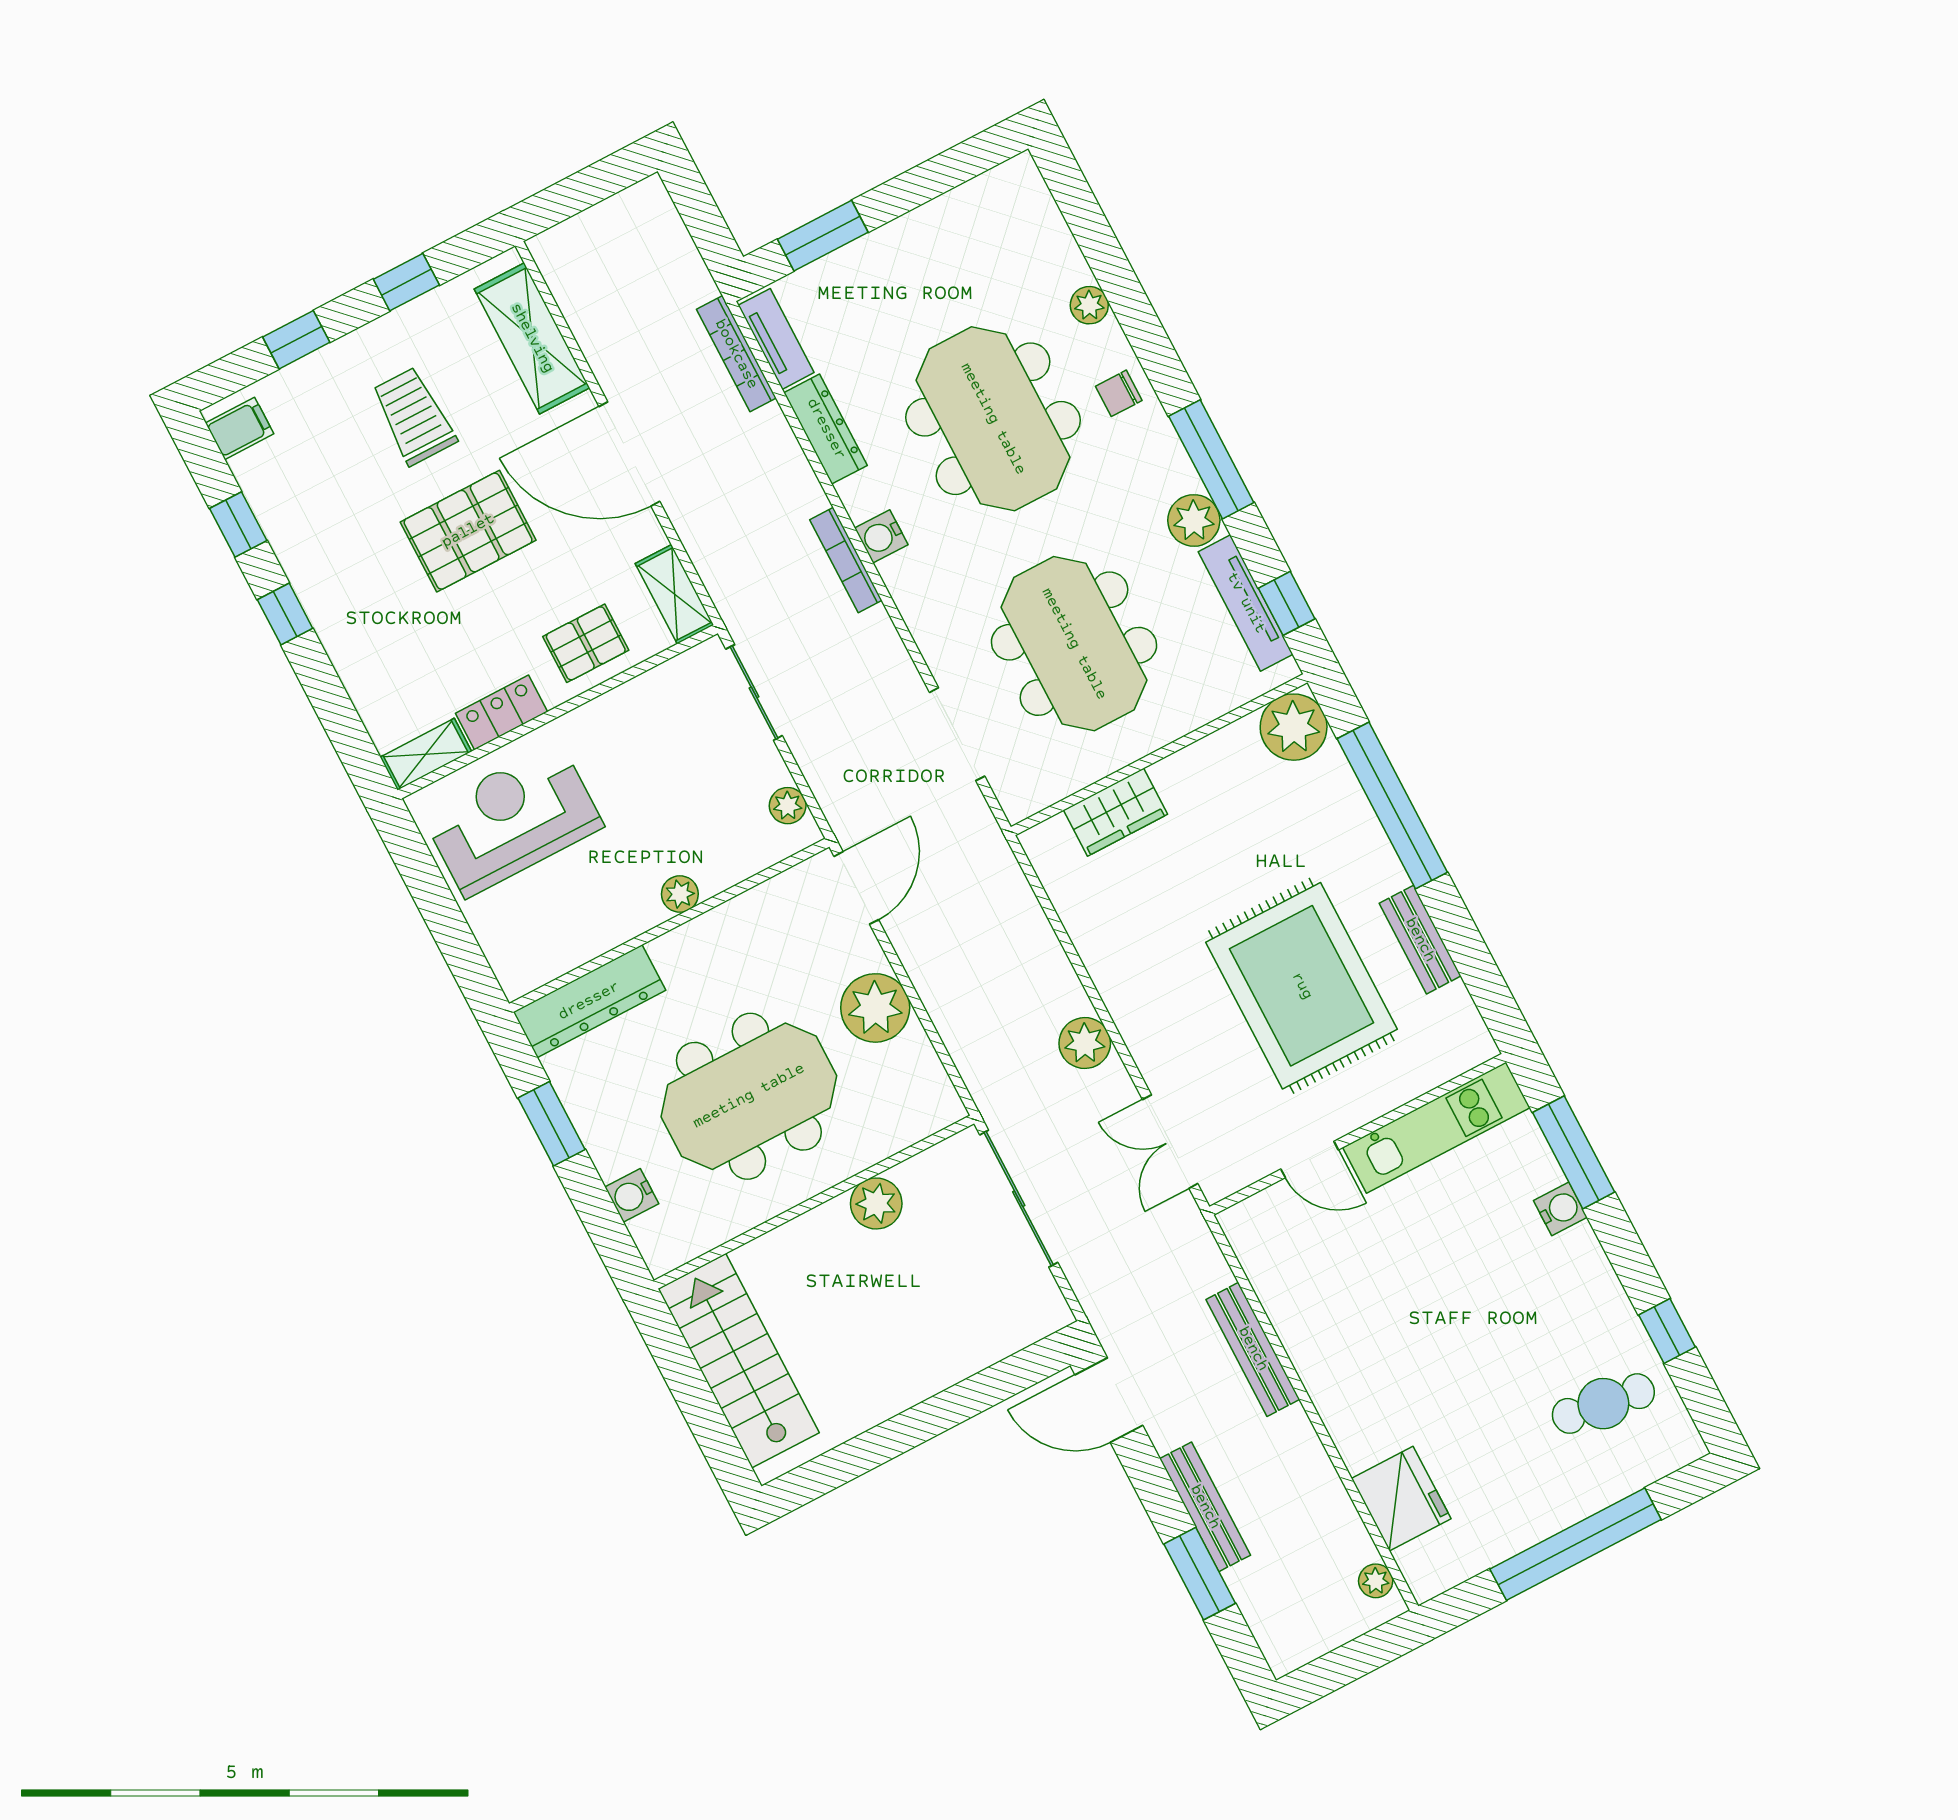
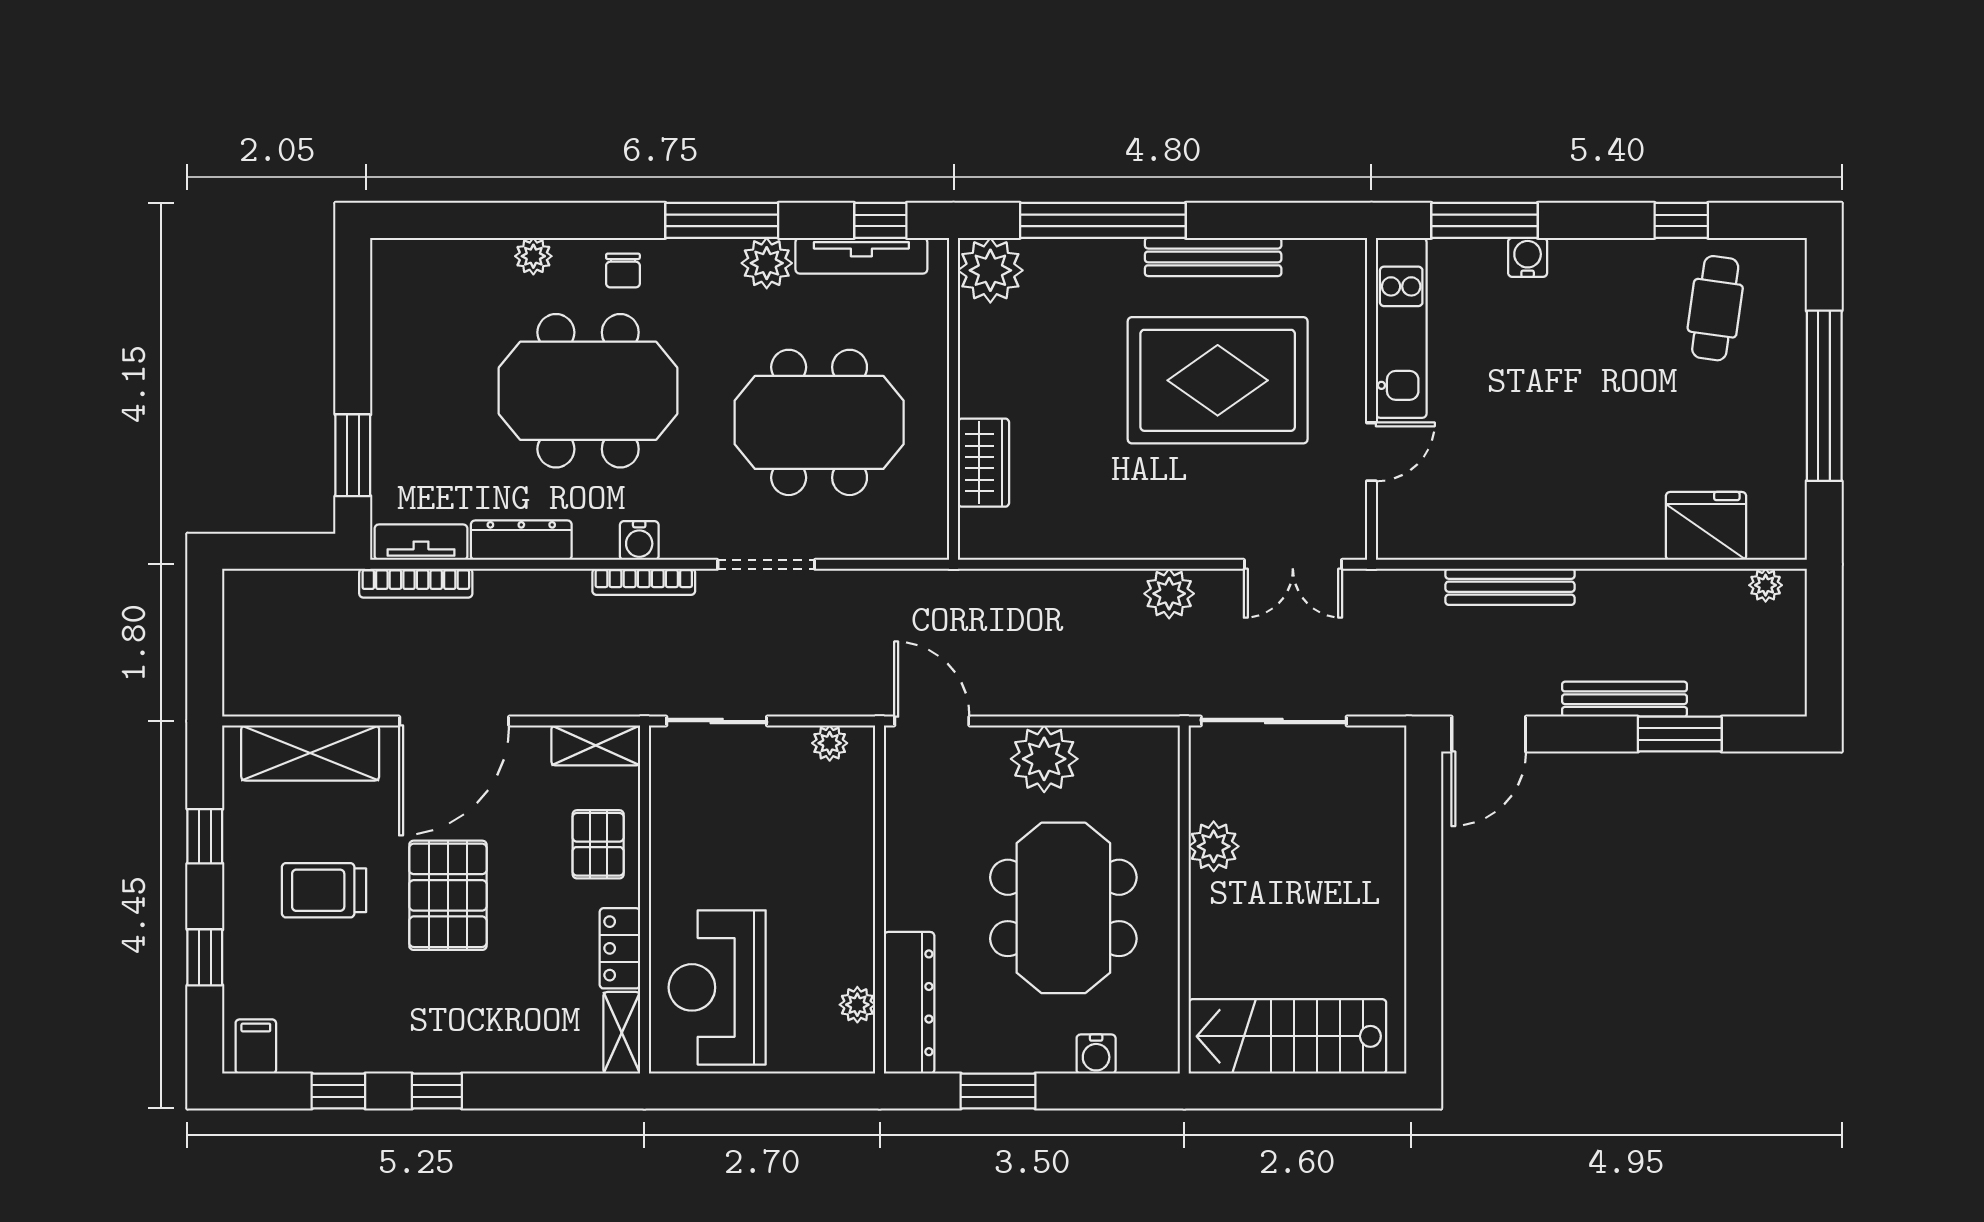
doorway: (957, 734) -> (766, 564), moved
plant: (680, 894) -> (857, 1005), moved
bench: (1420, 940) -> (1213, 257), width x1.36

